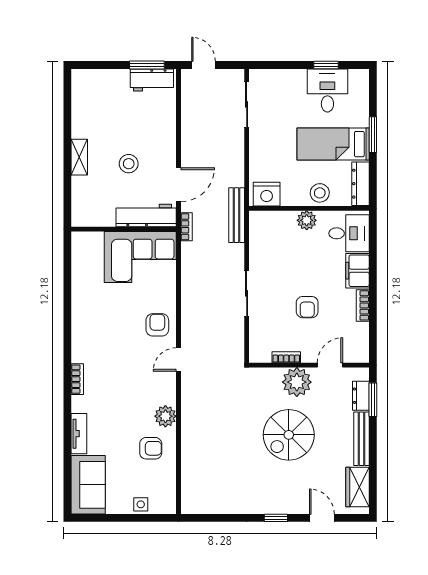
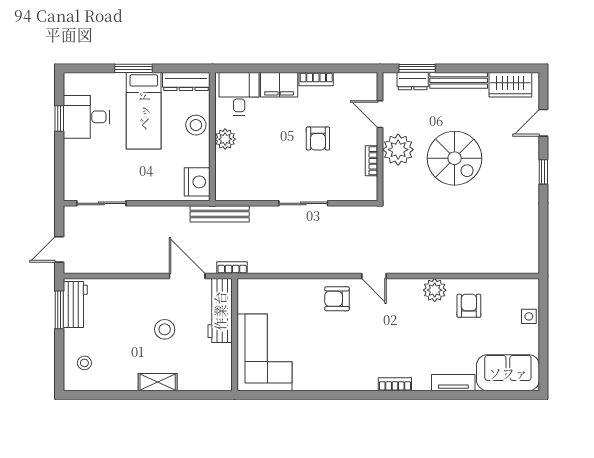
stool: (97, 89) -> (84, 363), added
corner sofa: (140, 257) -> (264, 352), moved
armchair: (307, 307) -> (318, 139), turned 90

